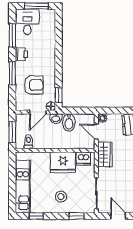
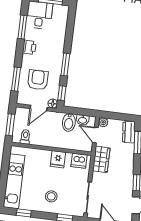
window: (59, 67) -> (65, 65), added
window: (12, 73) -> (16, 79), moved
armchair: (34, 85) -> (38, 80), turned -90
washbasin: (56, 118) -> (83, 120), moved
fridge: (63, 162) -> (58, 159), width x0.53, depth x0.75

